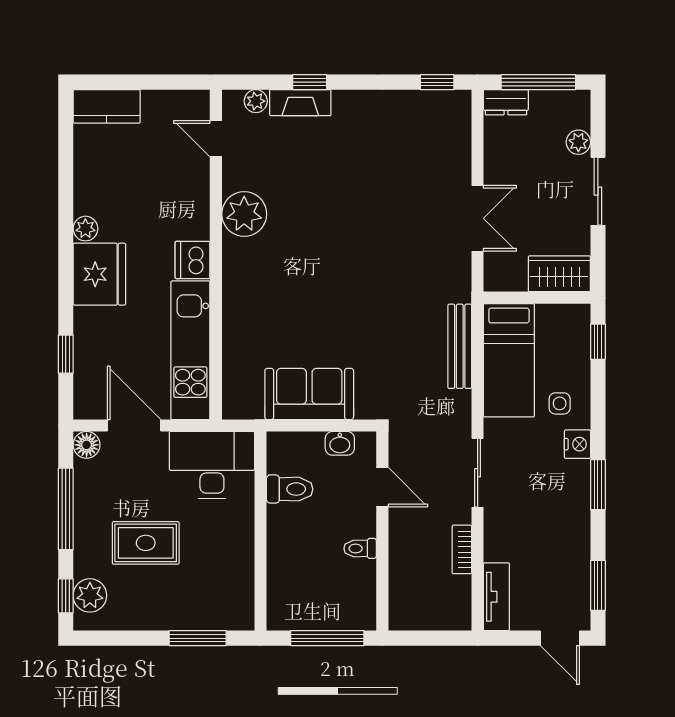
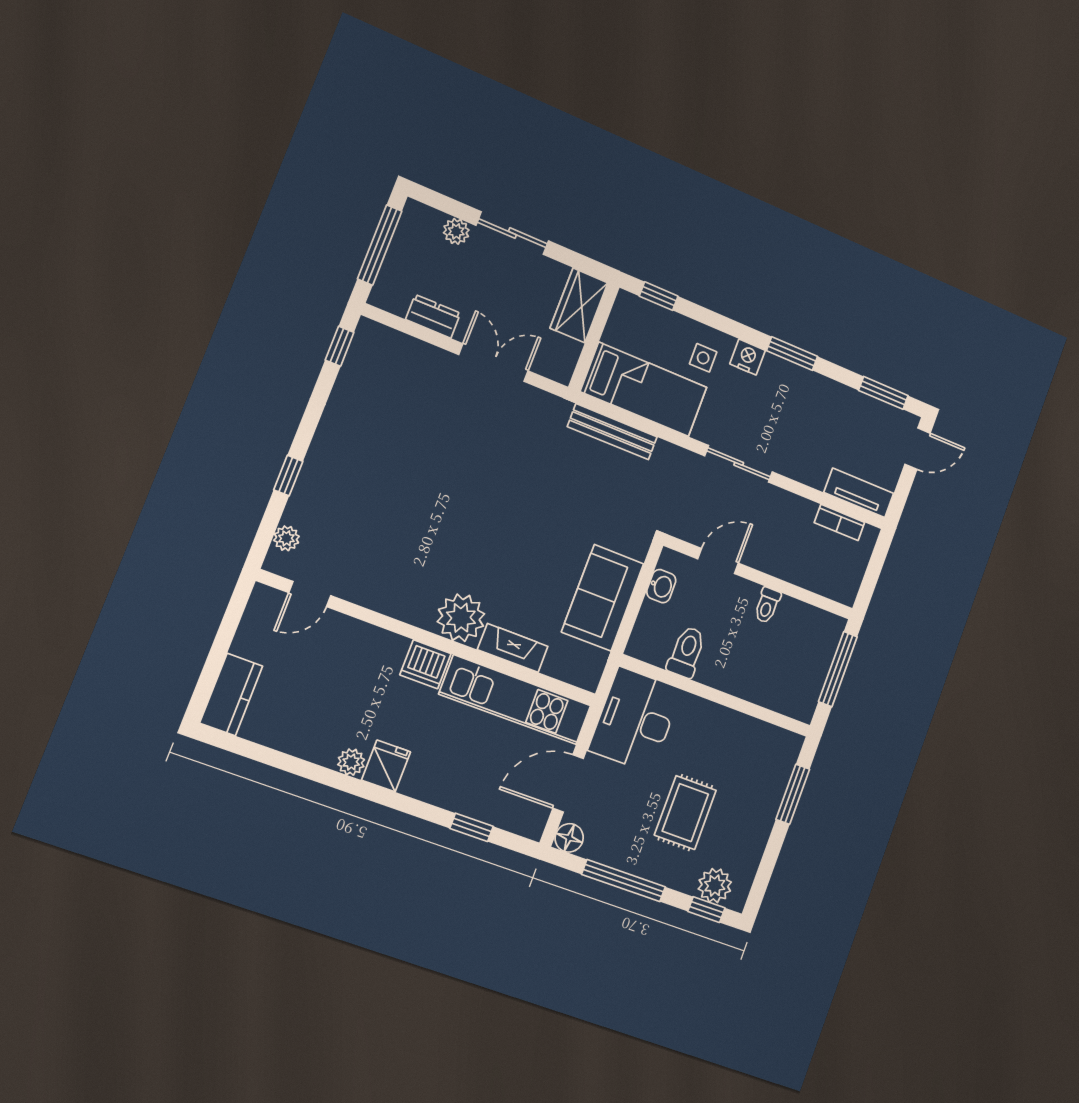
dresser: (506, 102) -> (433, 316), moved, turned -90
fireplace: (300, 103) -> (513, 648), moved, turned -90
plant: (244, 214) -> (461, 618), moved
fridge: (99, 274) -> (386, 766), width x0.53, depth x0.75
bookcase: (462, 549) -> (839, 522), moved

